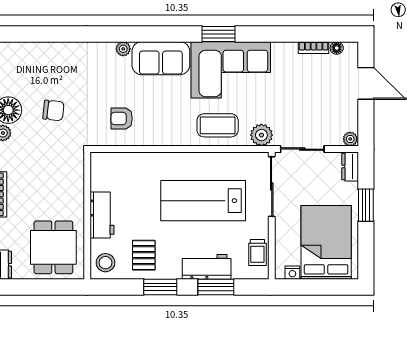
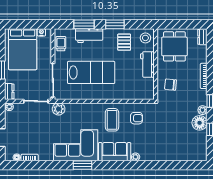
chair: (53, 110) -> (171, 85), moved
coffee table: (218, 125) -> (112, 120), moved, turned 90

